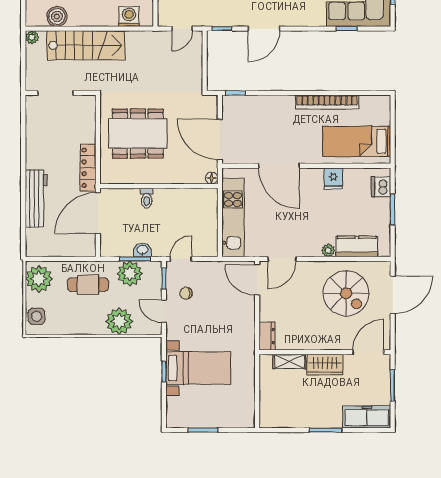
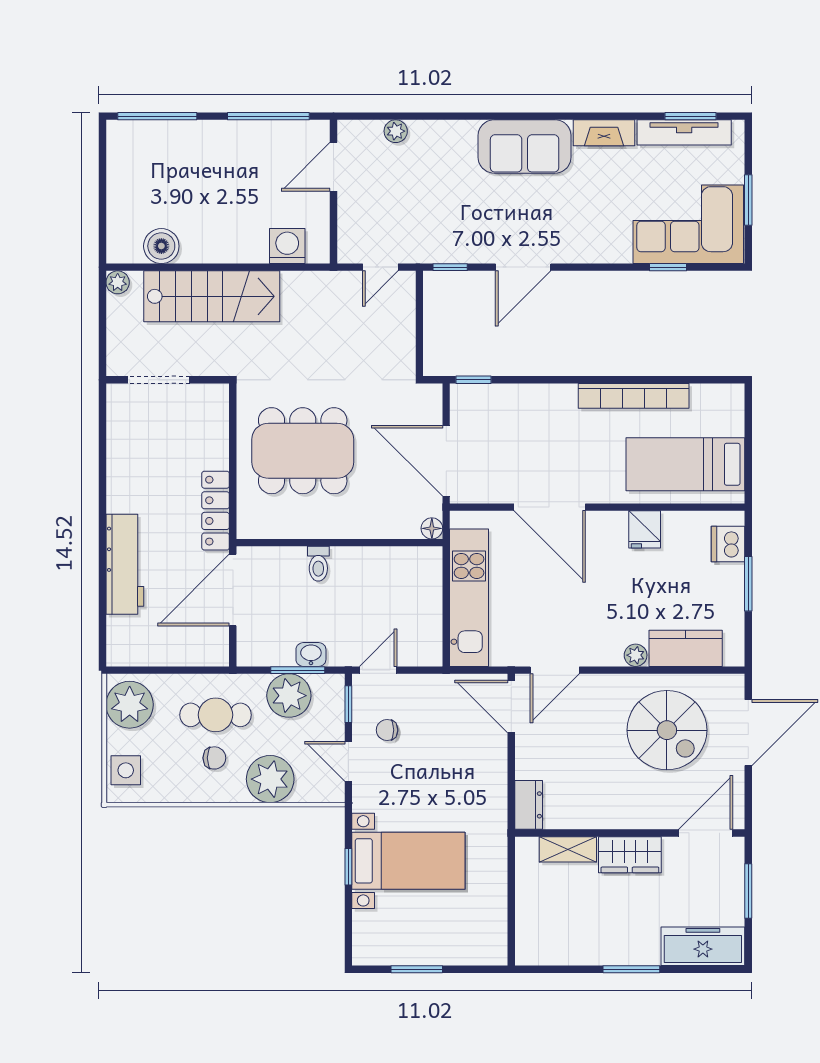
chair: (87, 309) -> (214, 758), added

